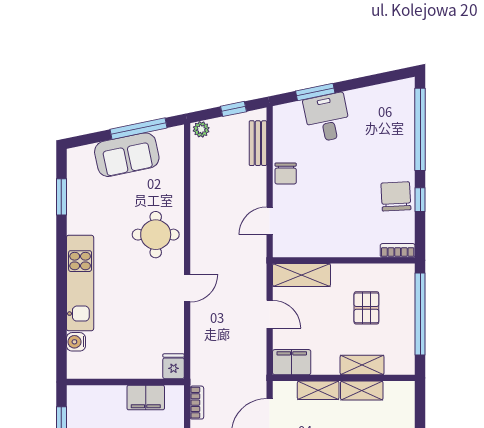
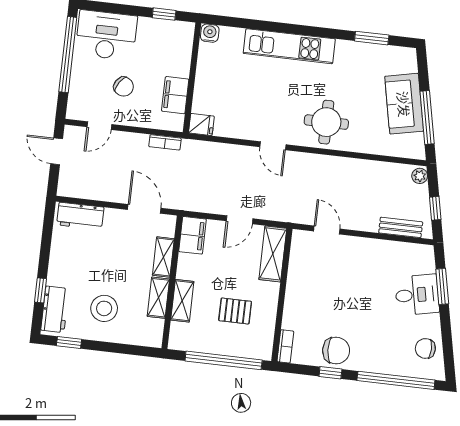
chair: (286, 173) -> (425, 348), moved
water cooler: (76, 342) -> (210, 33), moved

